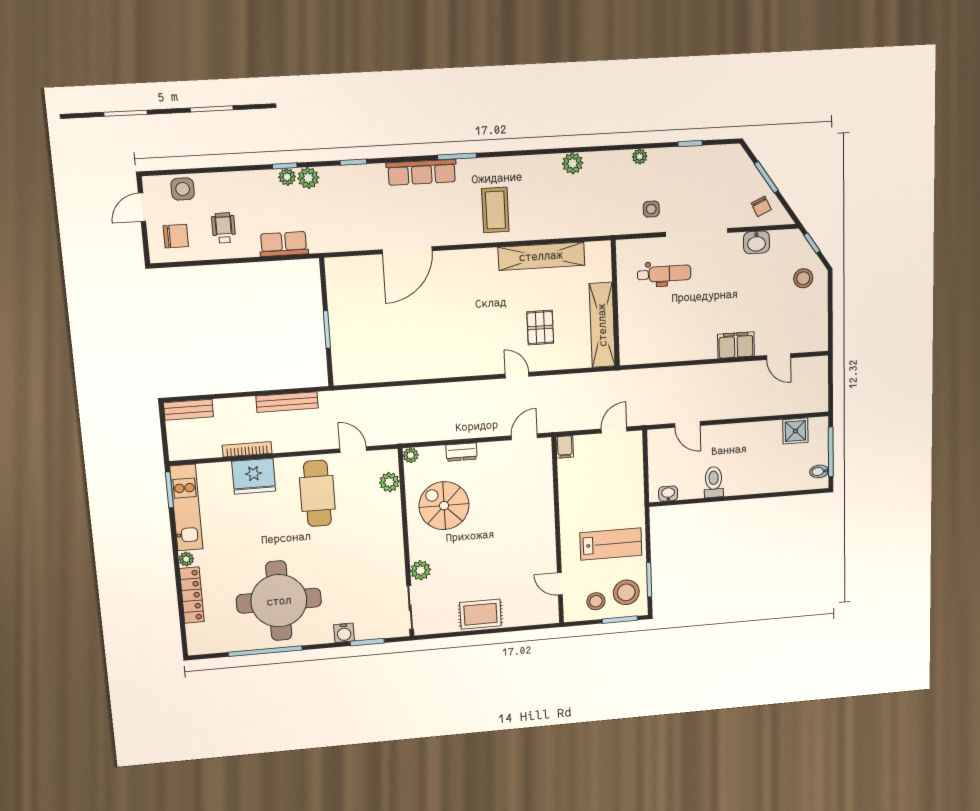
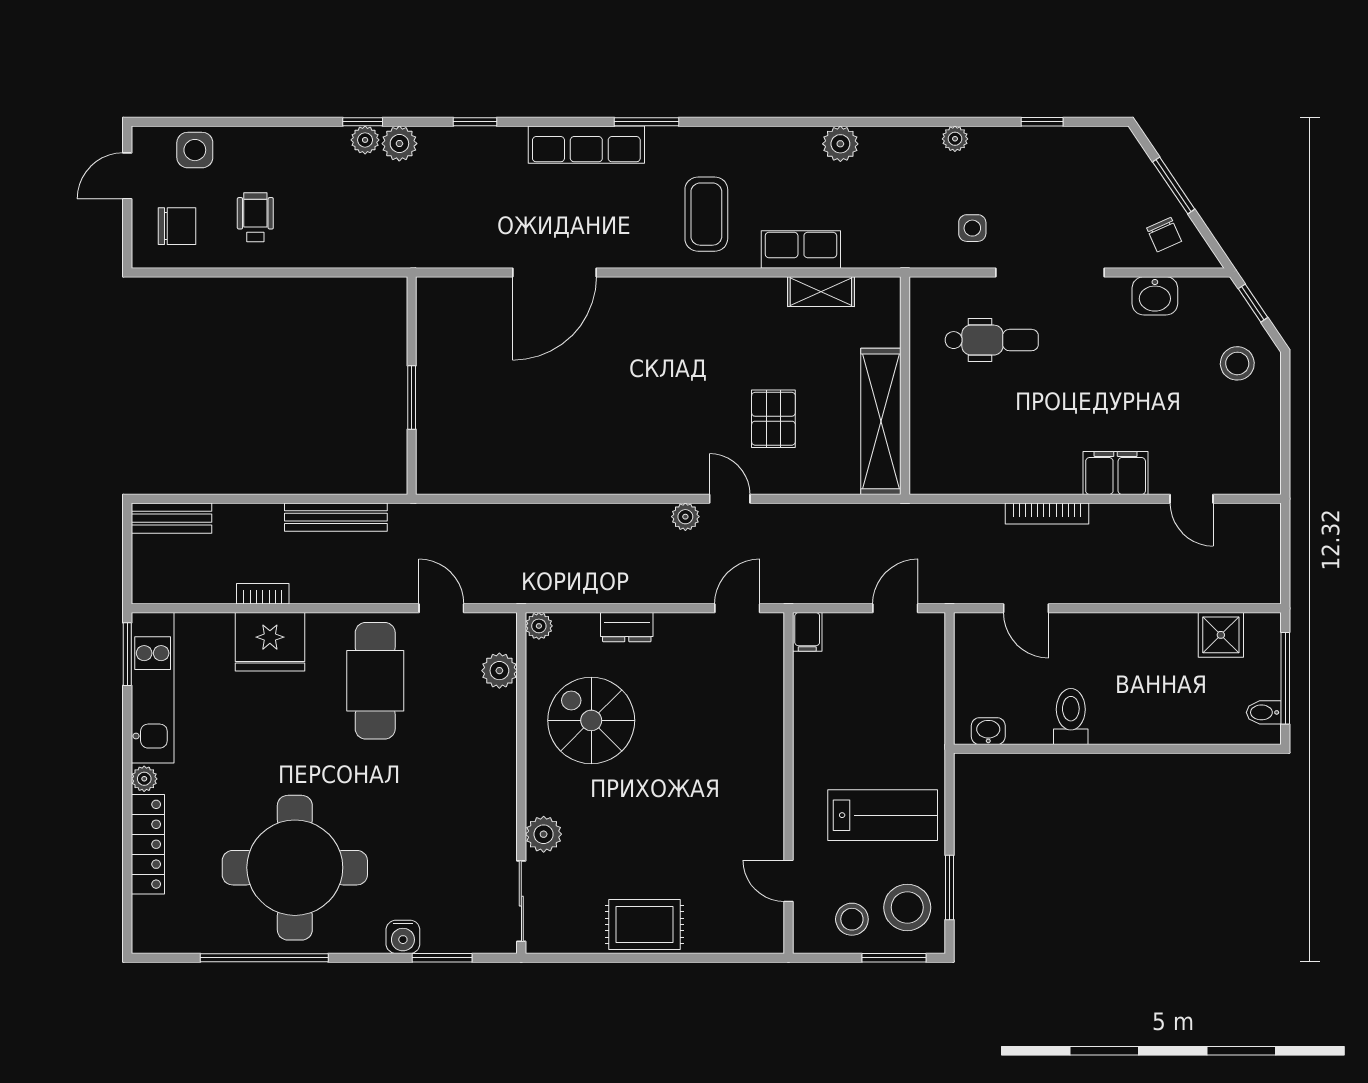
row of seats: (284, 244) -> (801, 250), moved
shelving: (541, 256) -> (821, 292), width x0.45, depth x0.75
bookcase: (698, 371) -> (1047, 513), added
plant: (492, 387) -> (685, 517), added
bookcase: (247, 449) -> (263, 594), width x0.64

